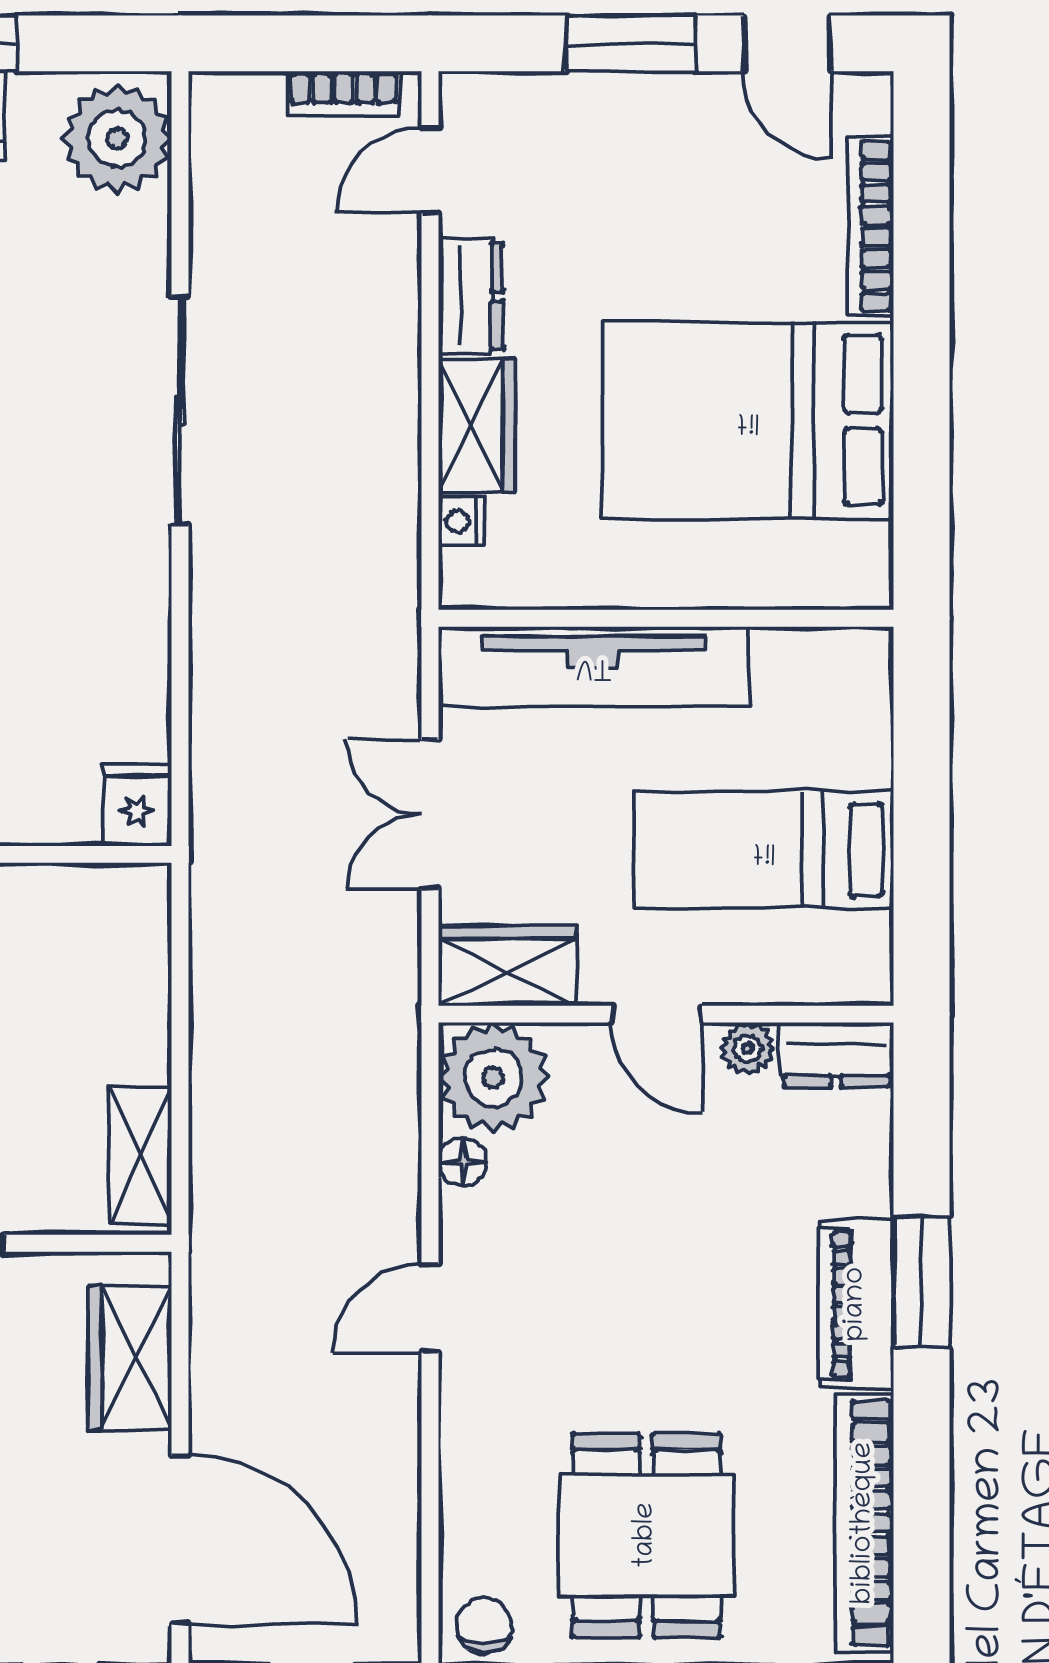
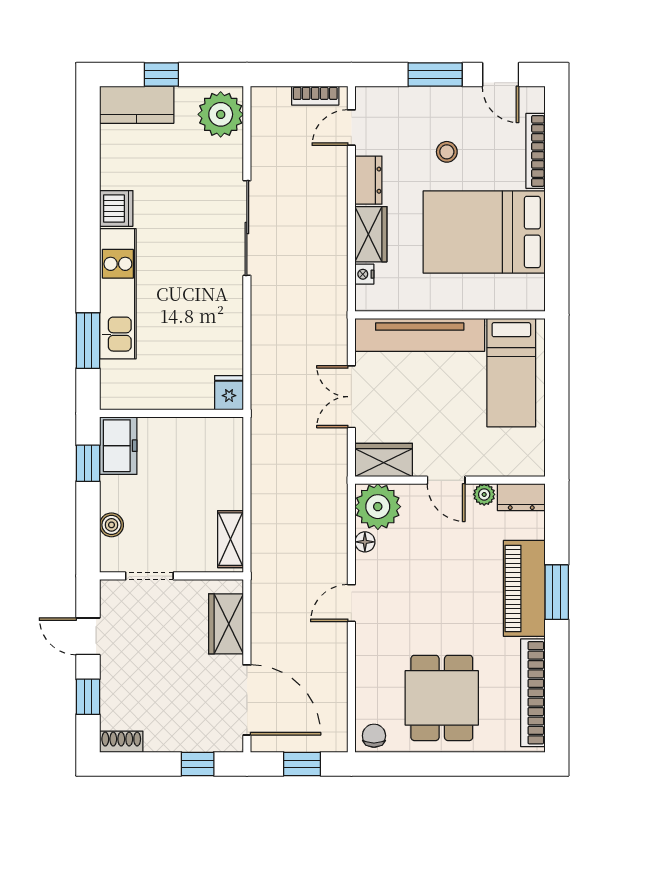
stool: (658, 228) -> (447, 152), added
bed: (764, 850) -> (511, 373), moved, turned -90
piano: (856, 1304) -> (524, 588), width x1.37, depth x1.33

